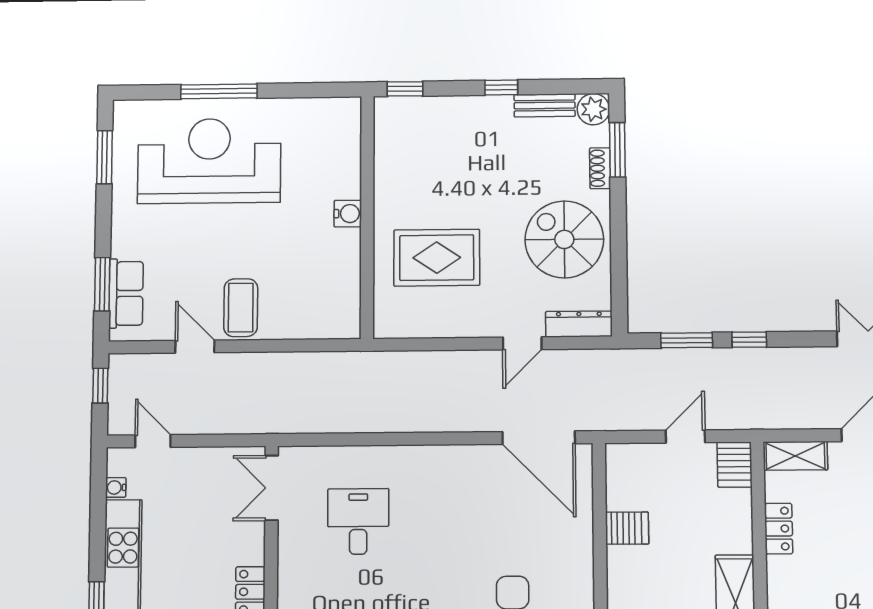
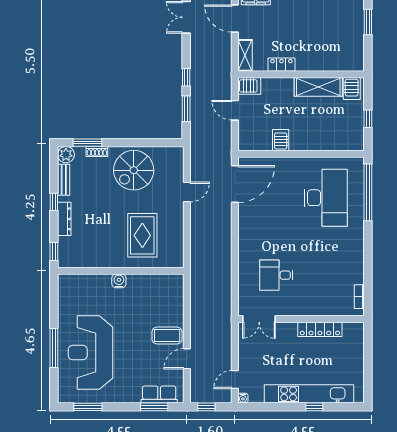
dresser: (579, 324) -> (64, 219), moved, turned 180
door: (522, 343) -> (187, 192), hinge flipped
water cooler: (116, 487) -> (243, 398), moved

